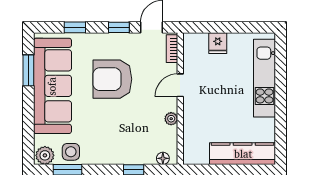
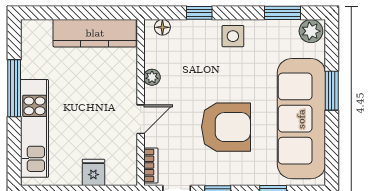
window: (28, 70) -> (332, 91), moved
window: (281, 110) -> (14, 88), added
side table: (71, 152) -> (233, 36), moved
kitchen counter: (243, 154) -> (95, 33), moved

